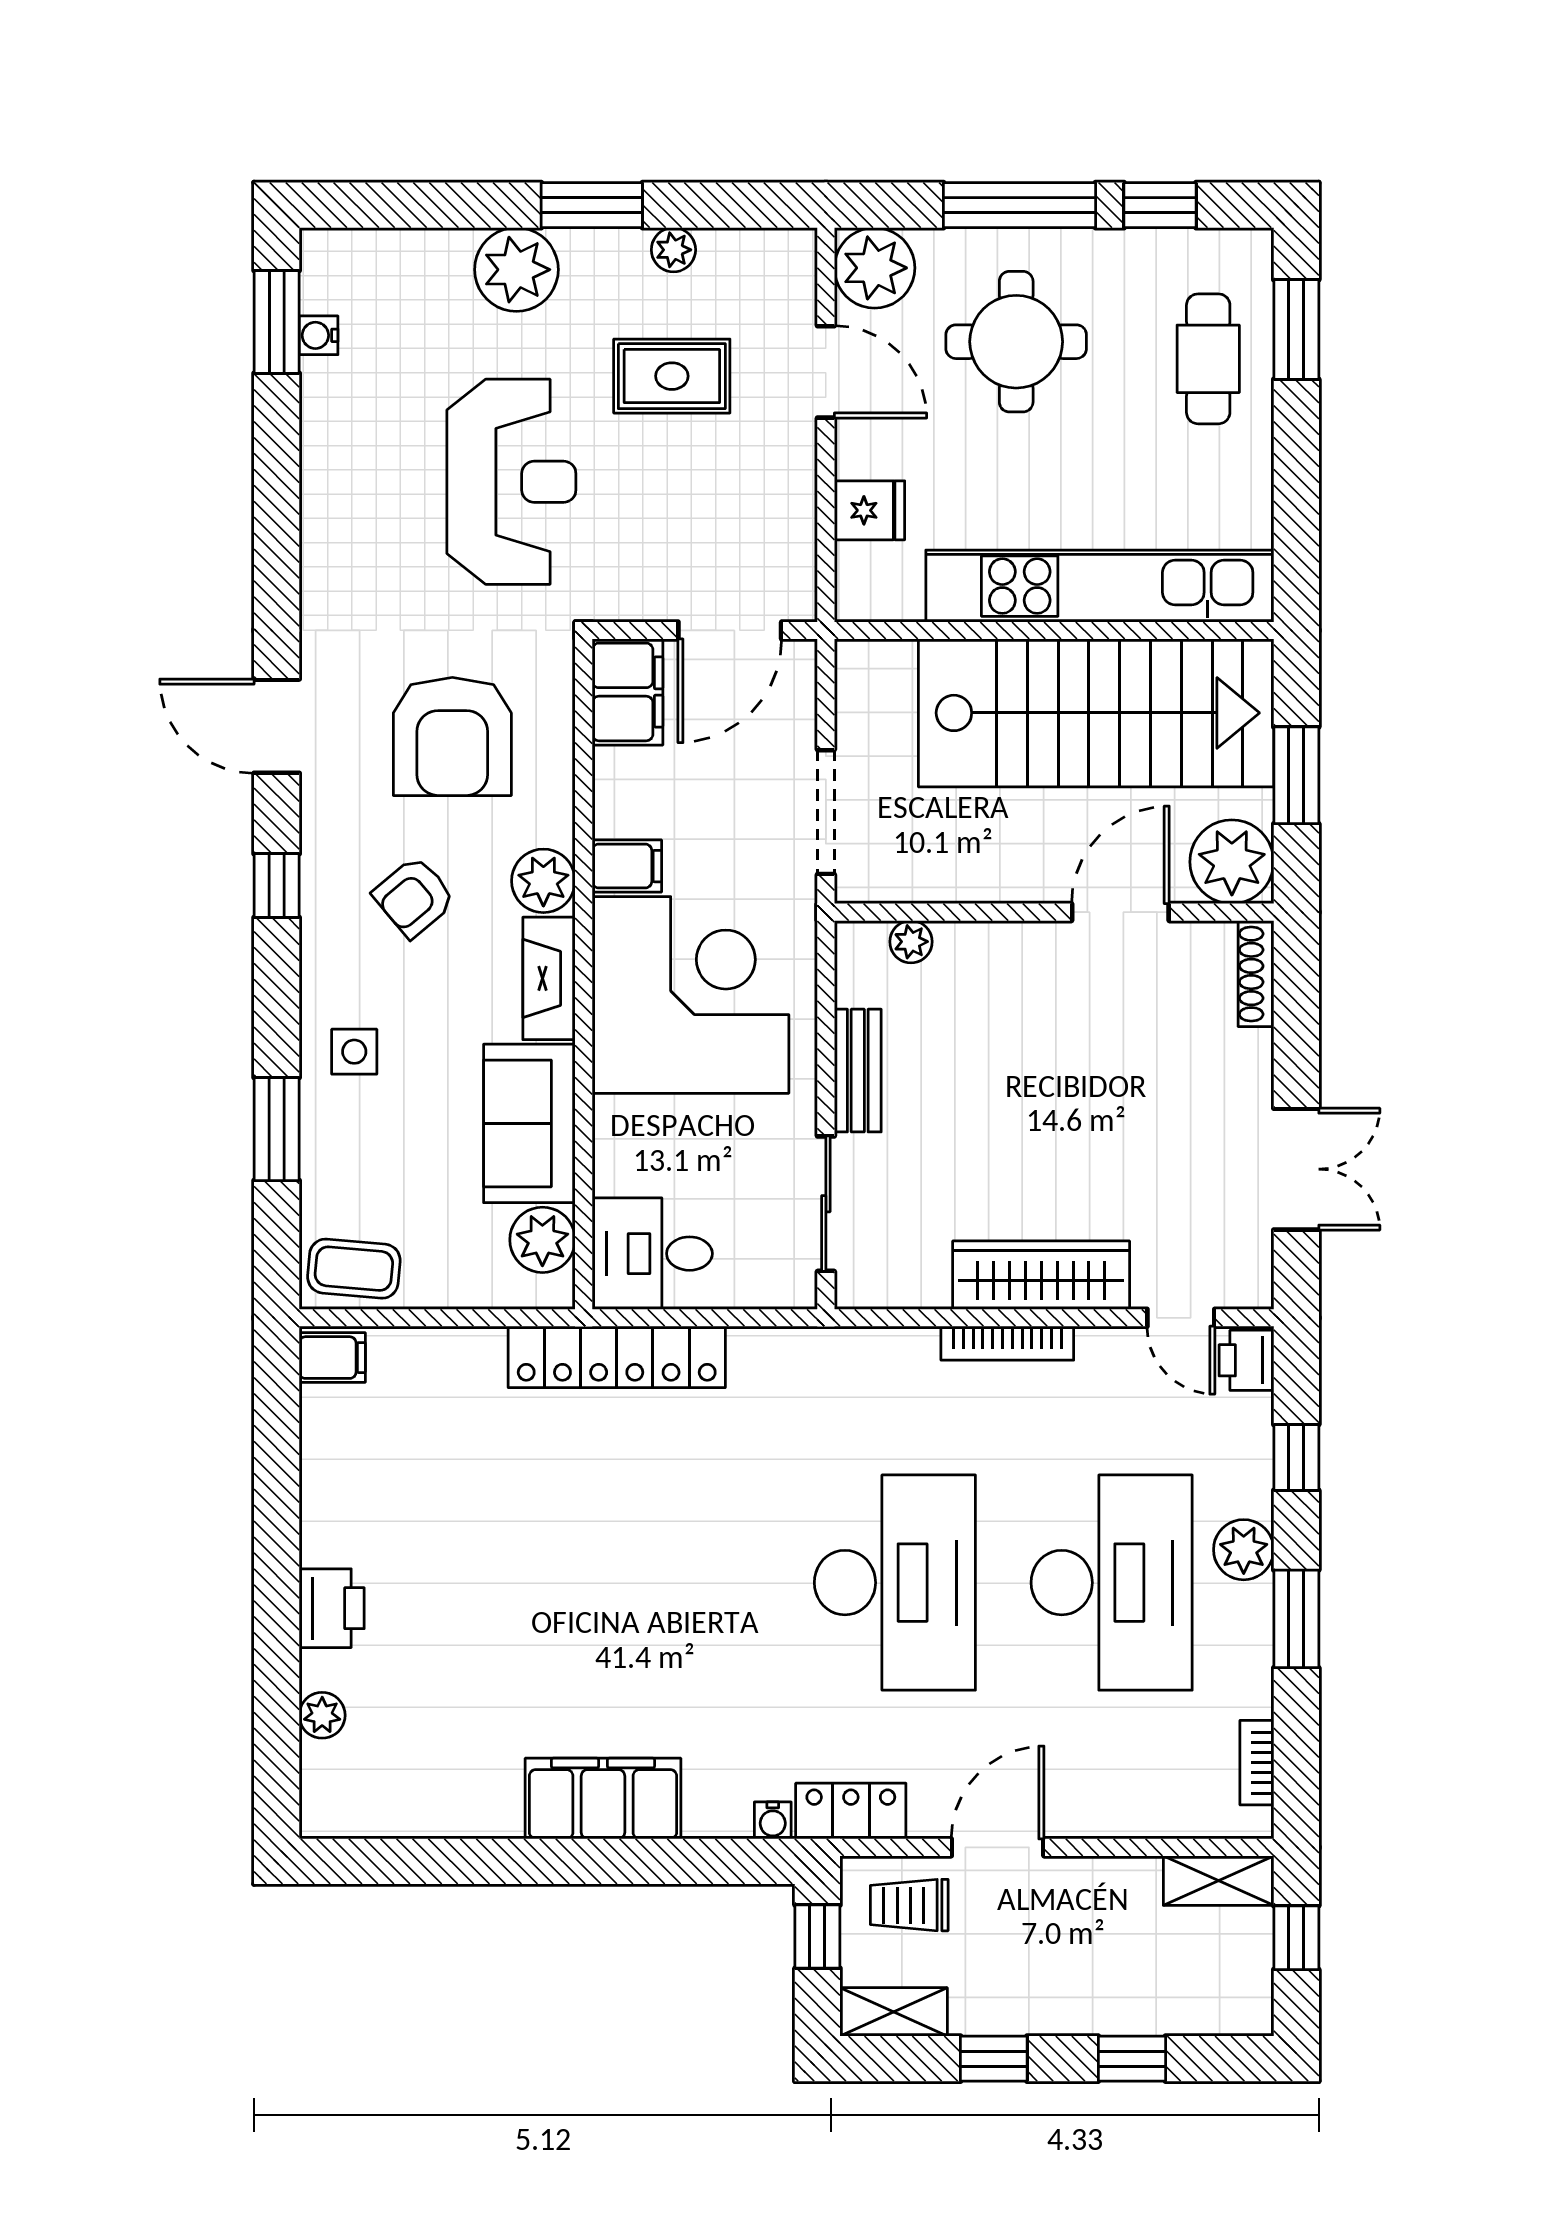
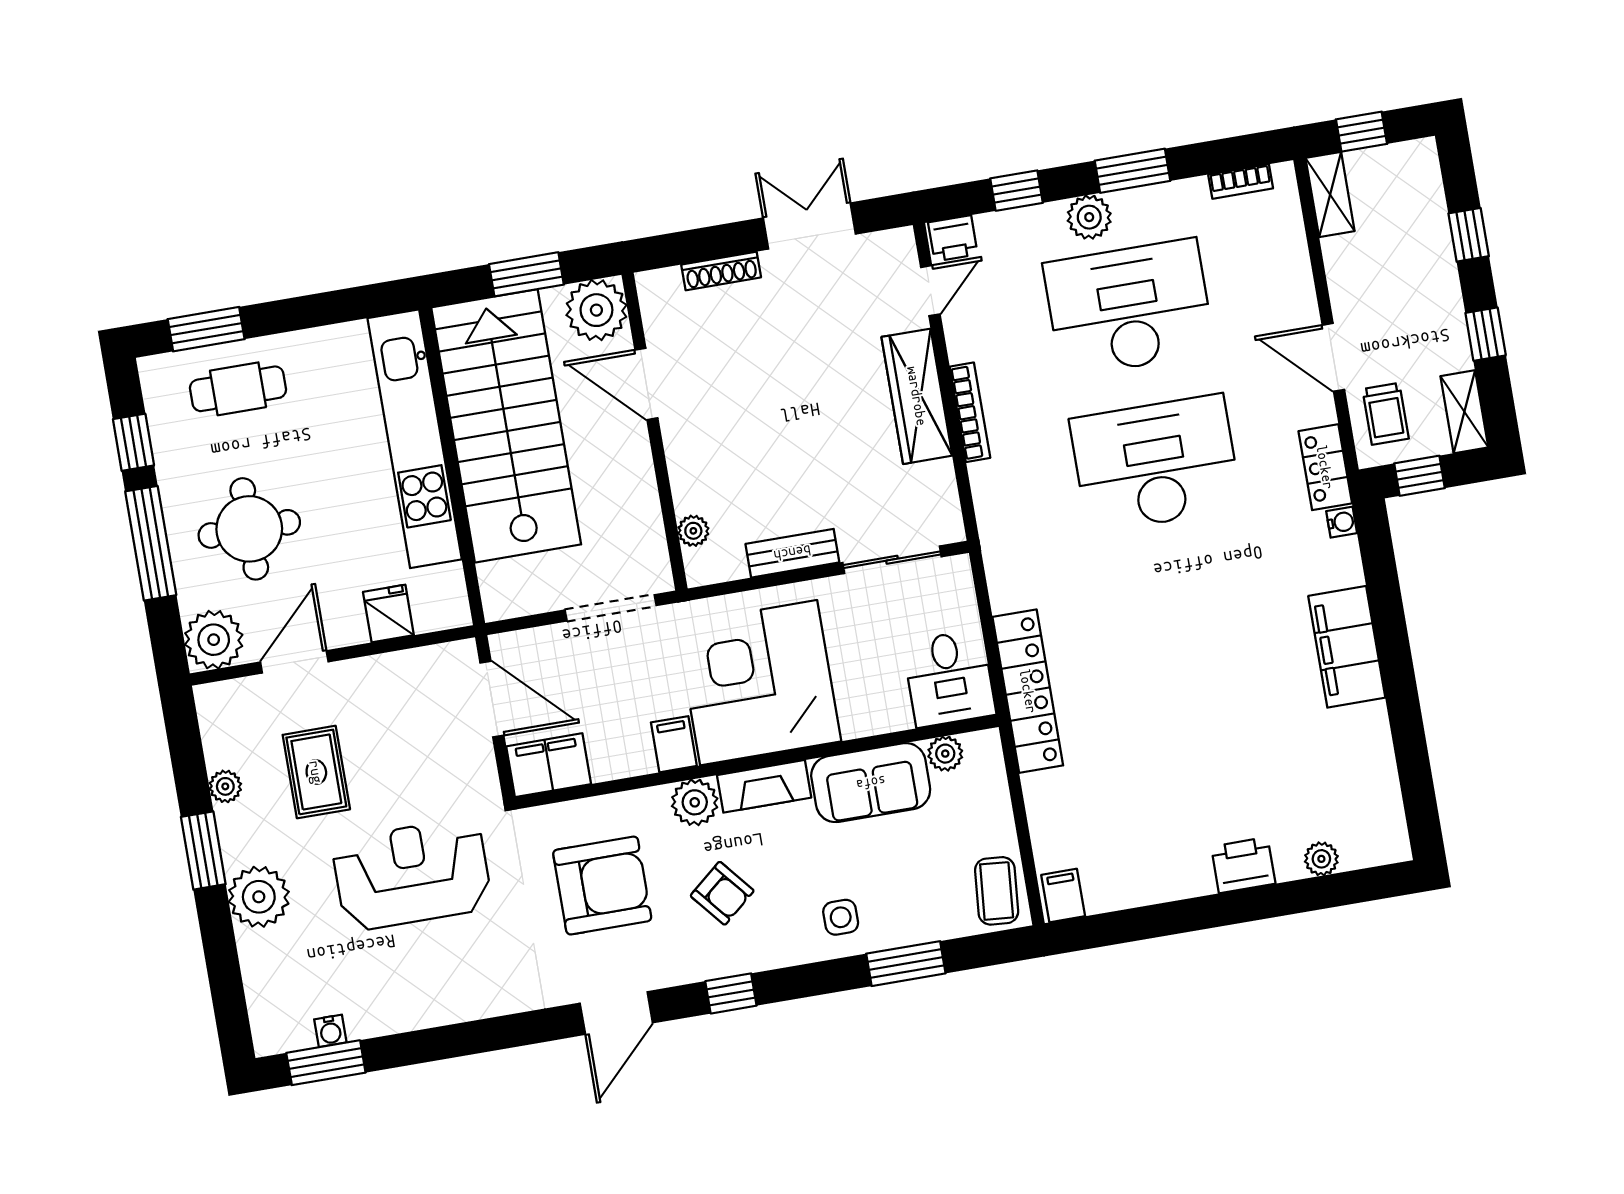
shoe rack: (1256, 974) -> (721, 271), moved
plant: (542, 1240) -> (945, 754), width x0.73, depth x0.73

